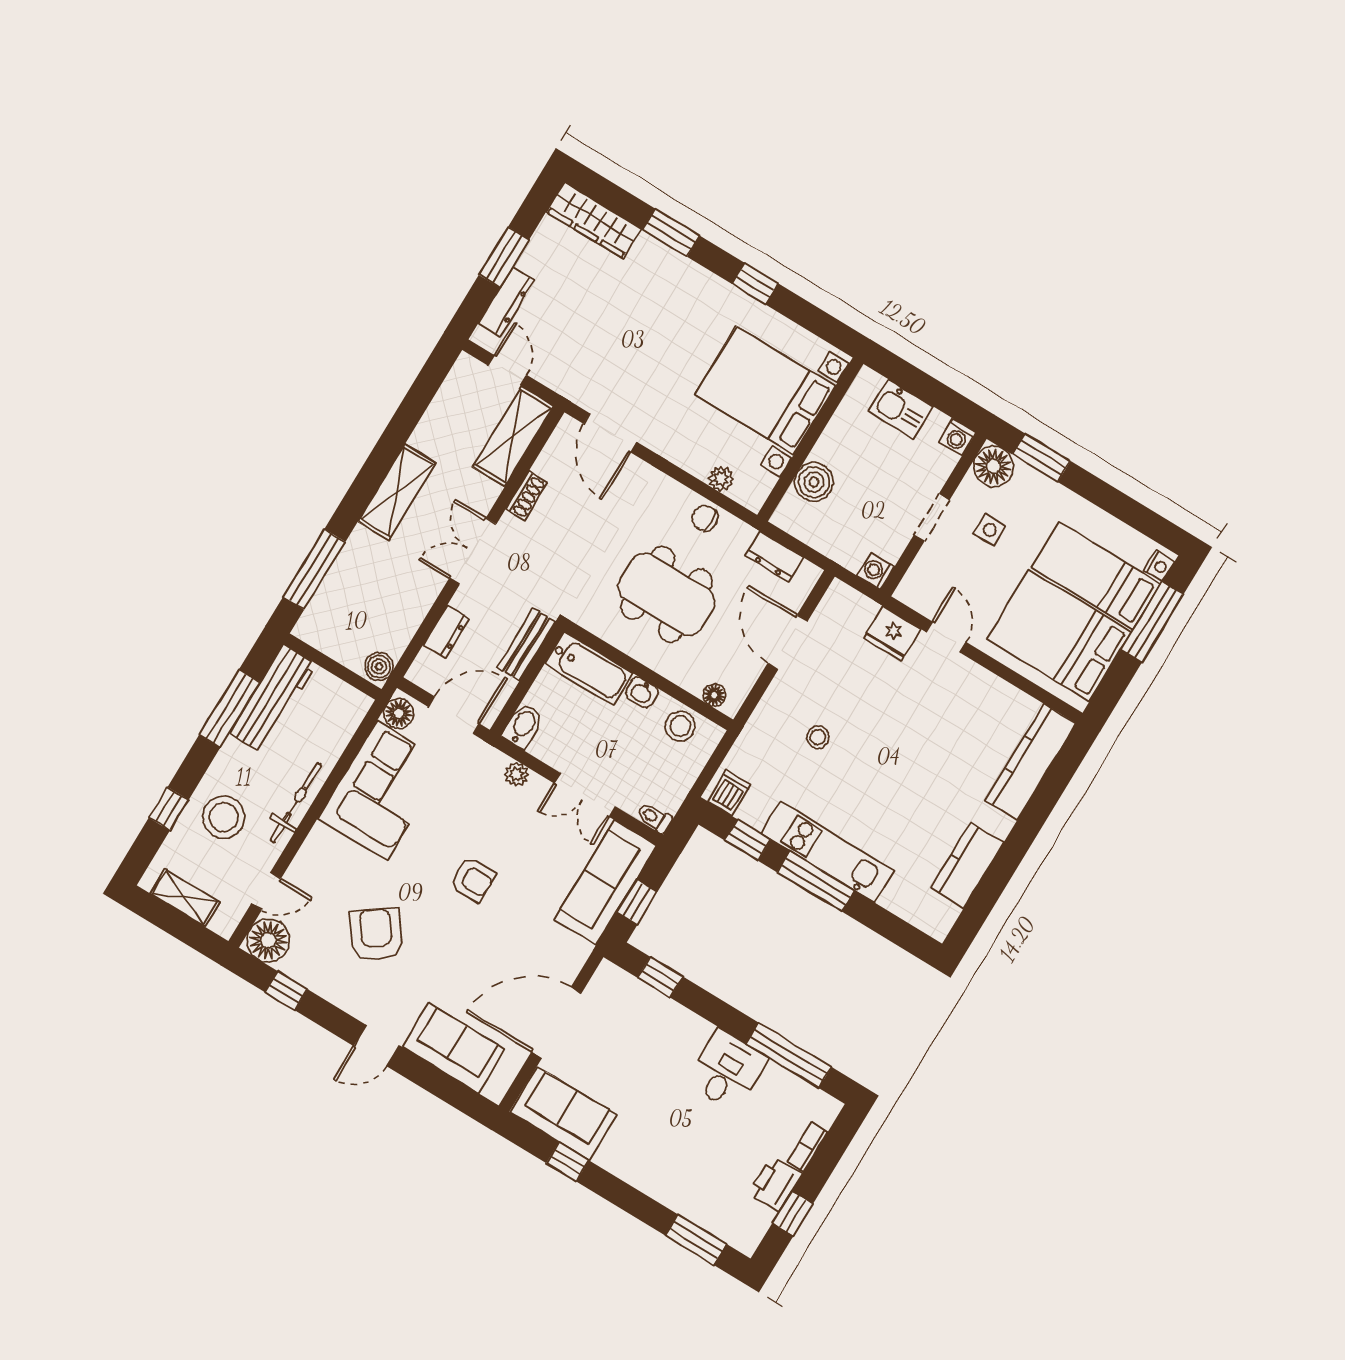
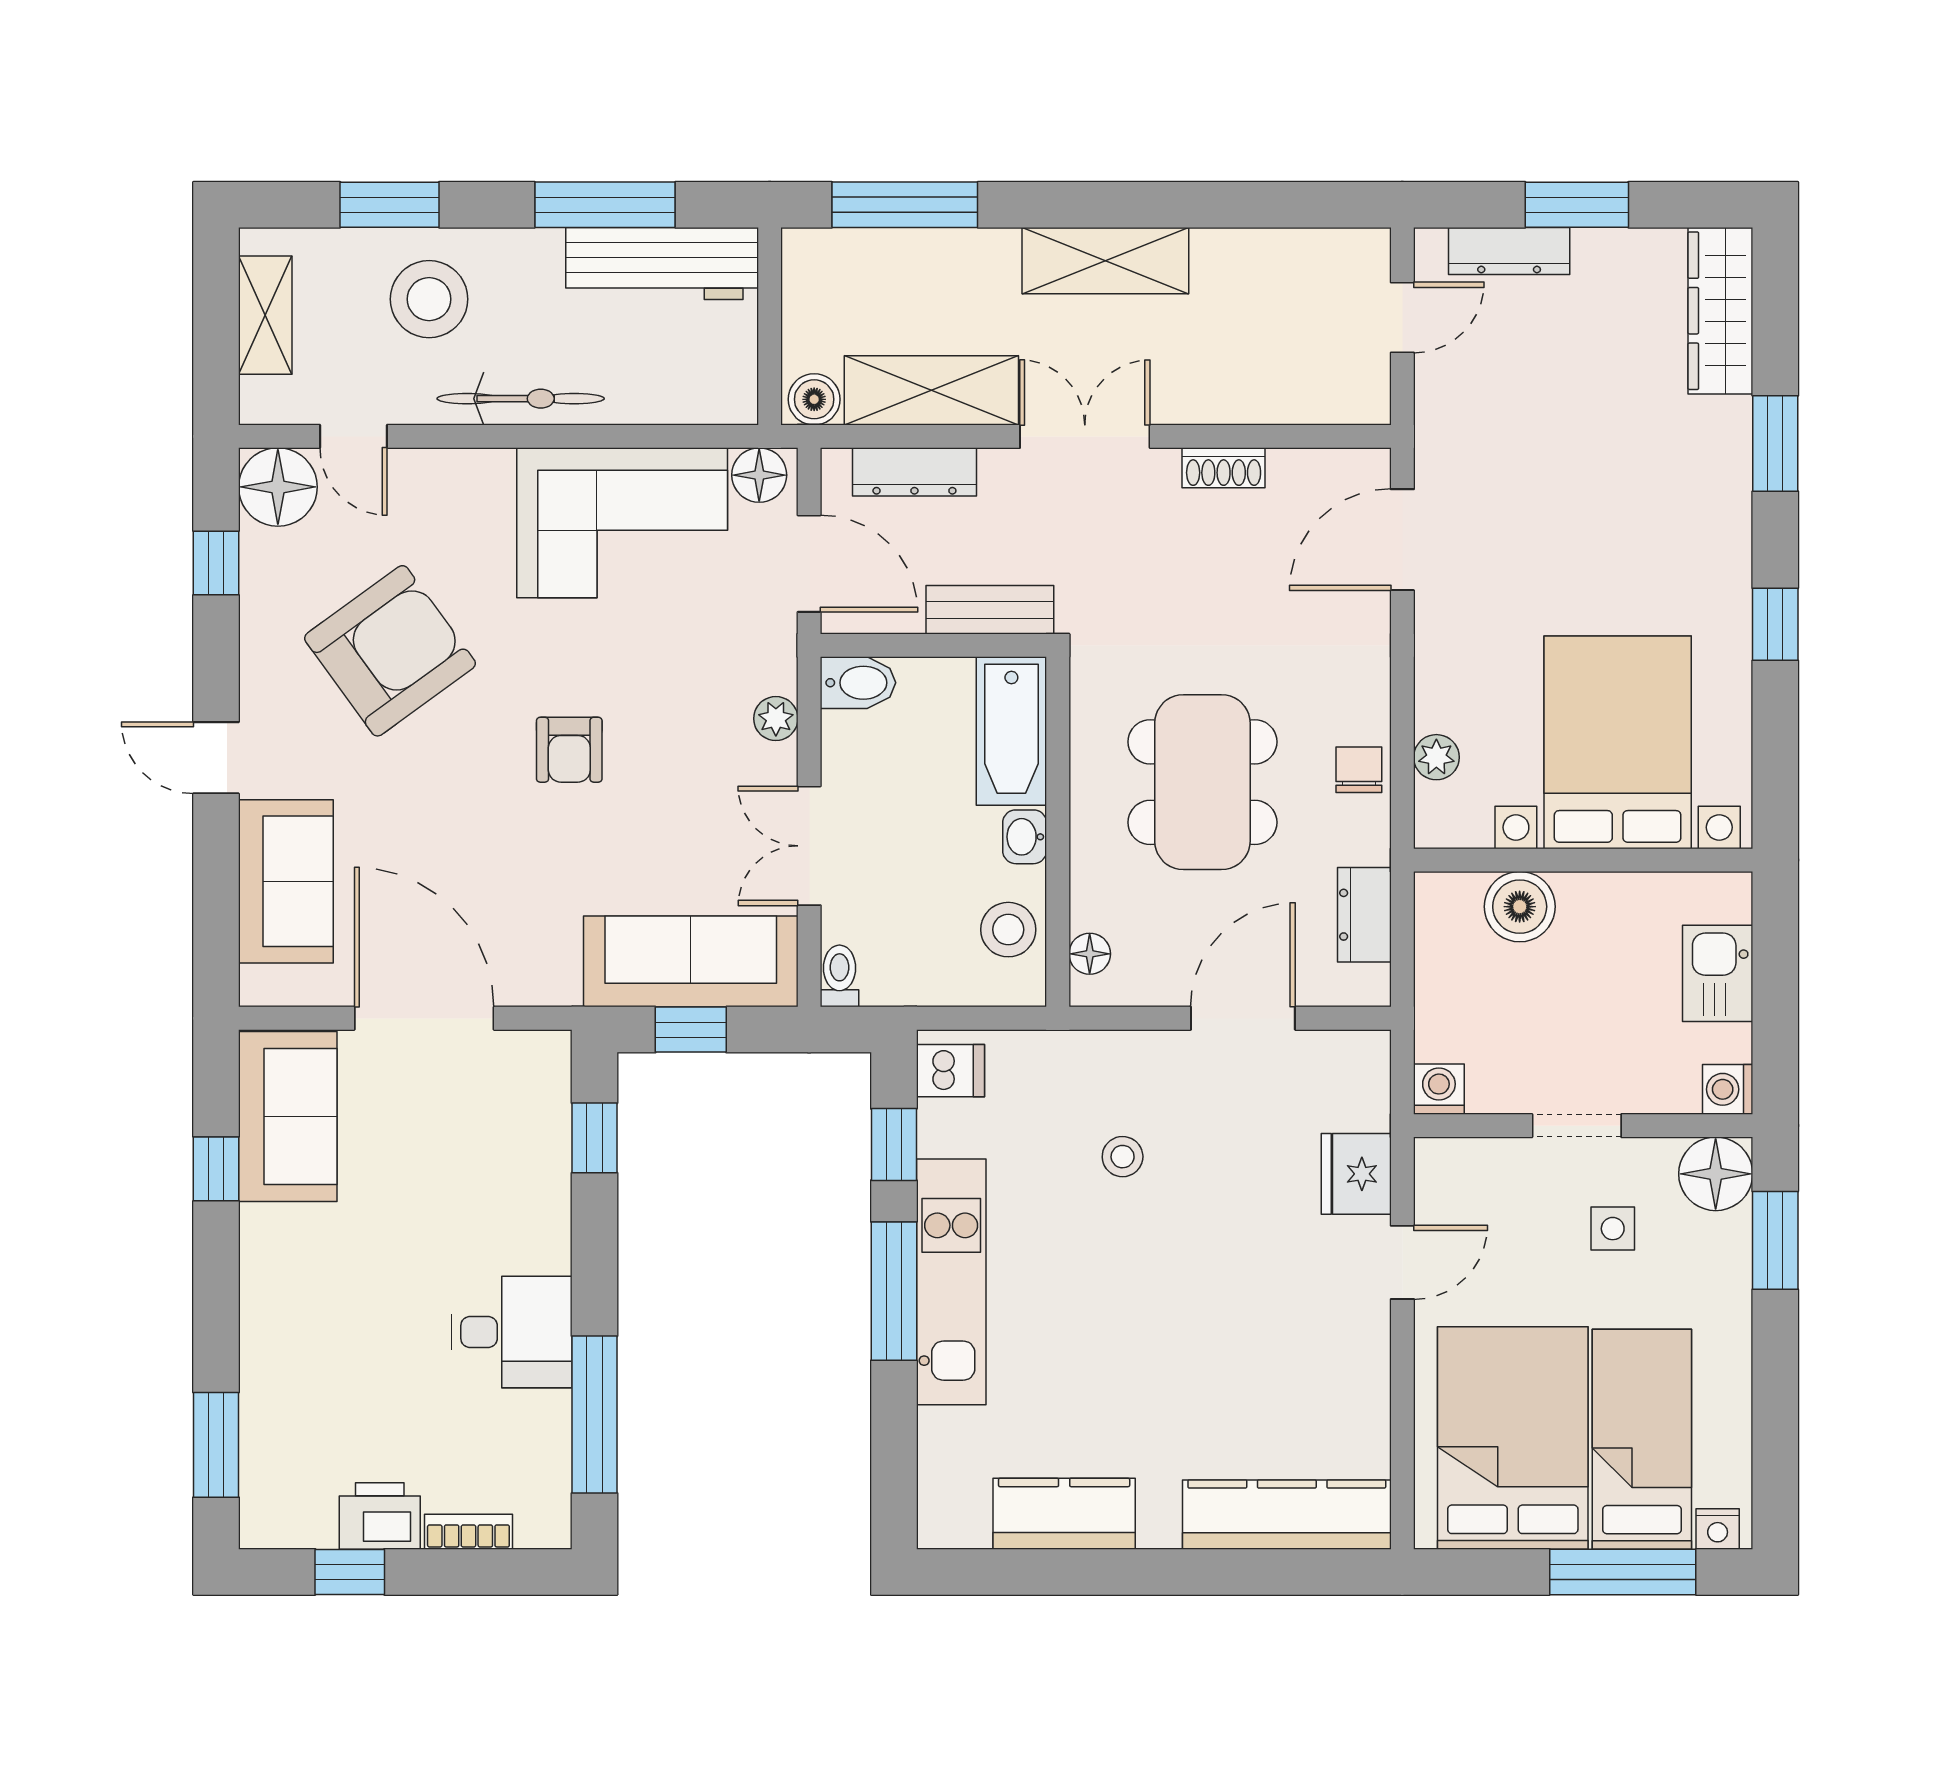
shelving: (513, 436) -> (931, 390), moved
dresser: (446, 632) -> (914, 472), width x1.44
window: (169, 809) -> (390, 205), width x1.50
armchair: (376, 935) -> (390, 651), width x1.36, depth x1.36

